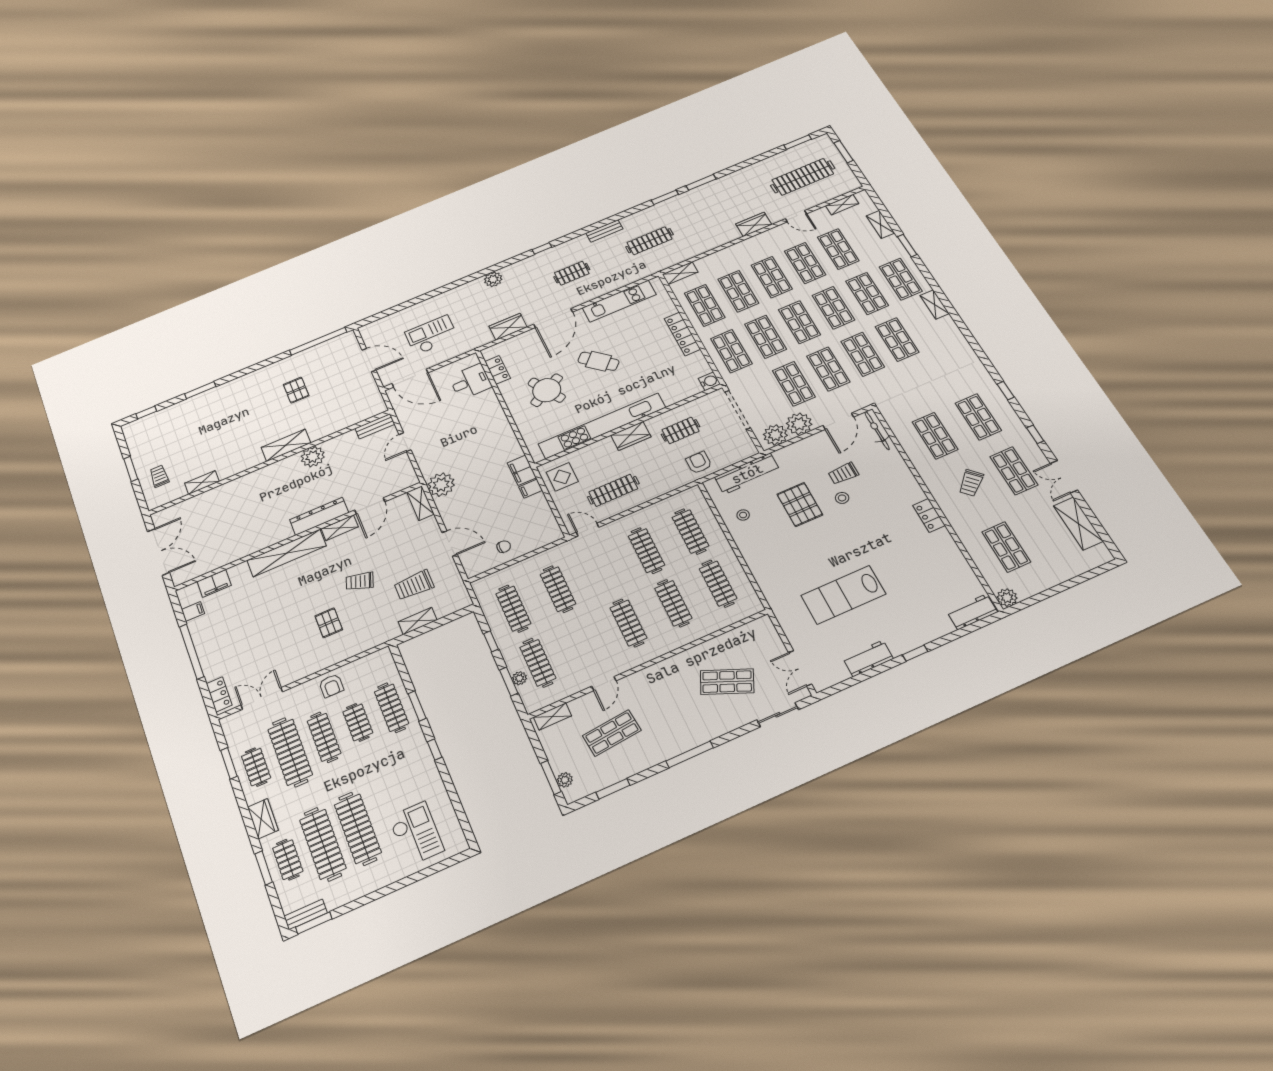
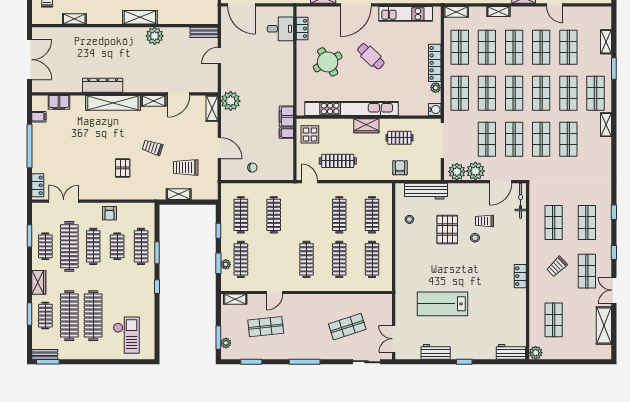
shelving: (842, 205) -> (498, 12), moved
plant: (698, 358) -> (436, 88), added
dresser: (319, 516) -> (103, 85), moved
shop shelf: (727, 682) -> (347, 327), turned -42

